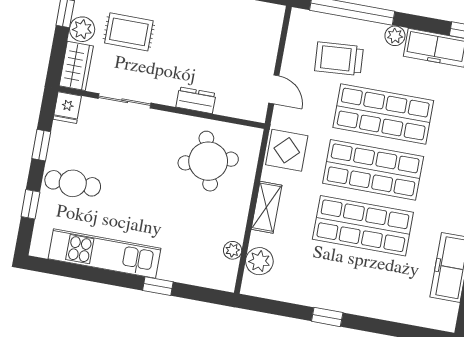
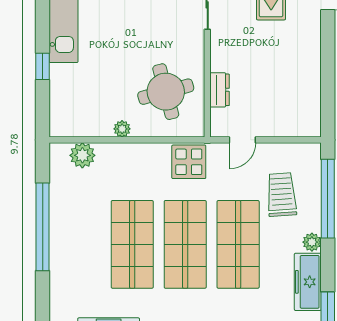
dresser: (196, 100) -> (219, 90), moved
shelving: (266, 207) -> (133, 153), removed
plant: (233, 250) -> (122, 129), moved
window: (327, 317) -> (43, 227), width x3.17

